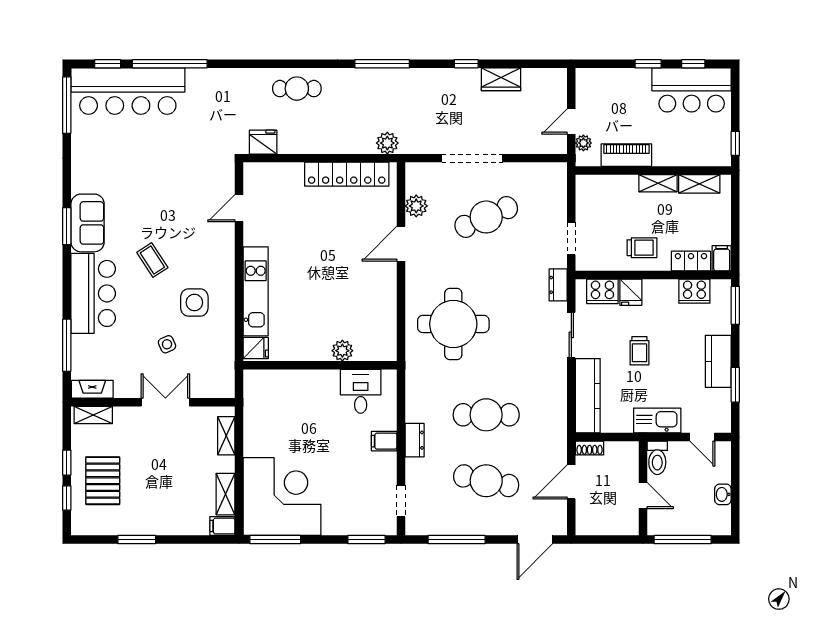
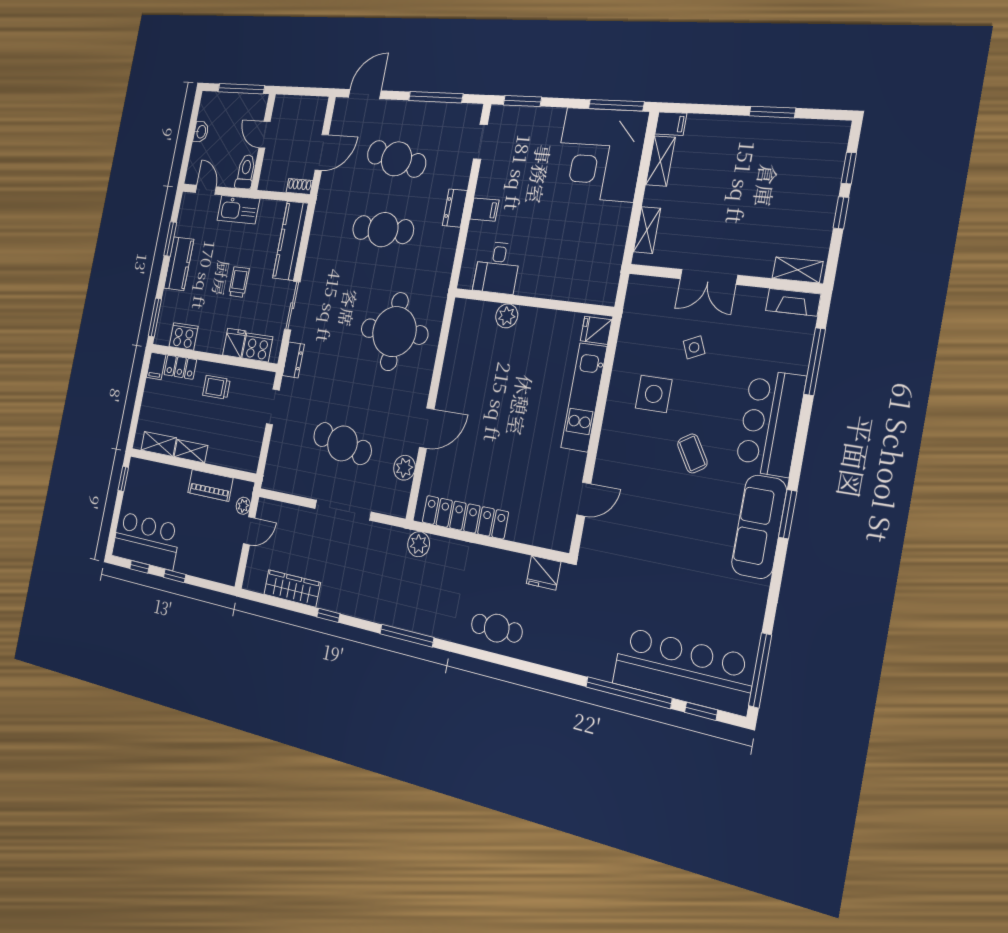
wardrobe: (501, 79) -> (292, 588), width x1.50
cafe table: (486, 217) -> (342, 443), turned 36
sofa: (88, 223) -> (759, 527), width x1.36
pallet: (103, 481) -> (800, 187), removed

